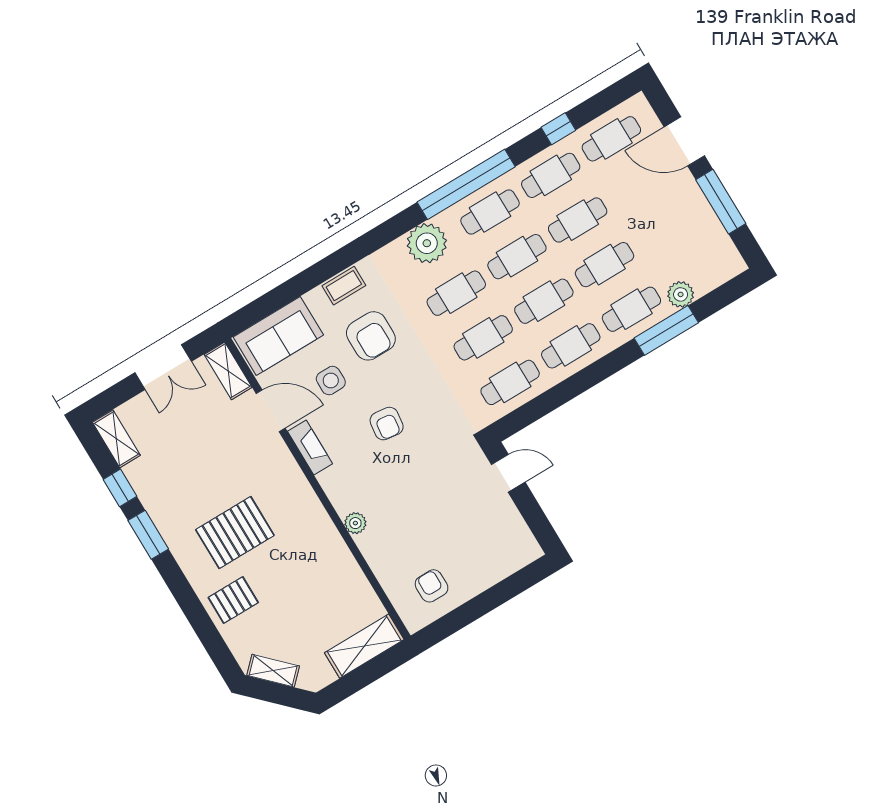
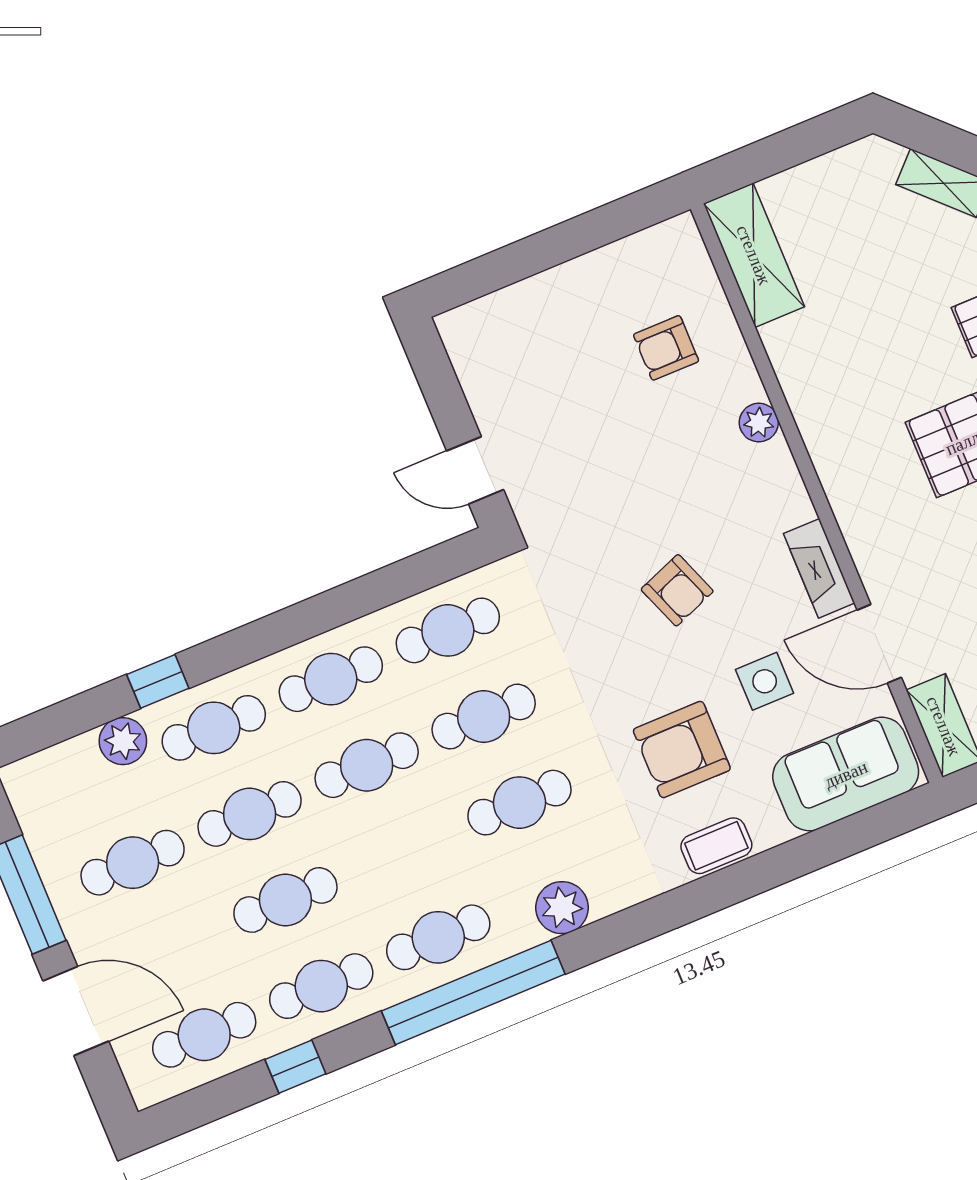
plant: (427, 243) -> (562, 908), width x0.73, depth x0.73
cafe table: (517, 257) -> (133, 863), moved
window: (666, 330) -> (158, 681), width x0.46
armchair: (371, 336) -> (682, 750), turned -90
armchair: (387, 424) -> (677, 590), turned 152
armchair: (432, 586) -> (666, 348), moved, turned 90
shelving: (364, 646) -> (754, 255), moved, turned 90

